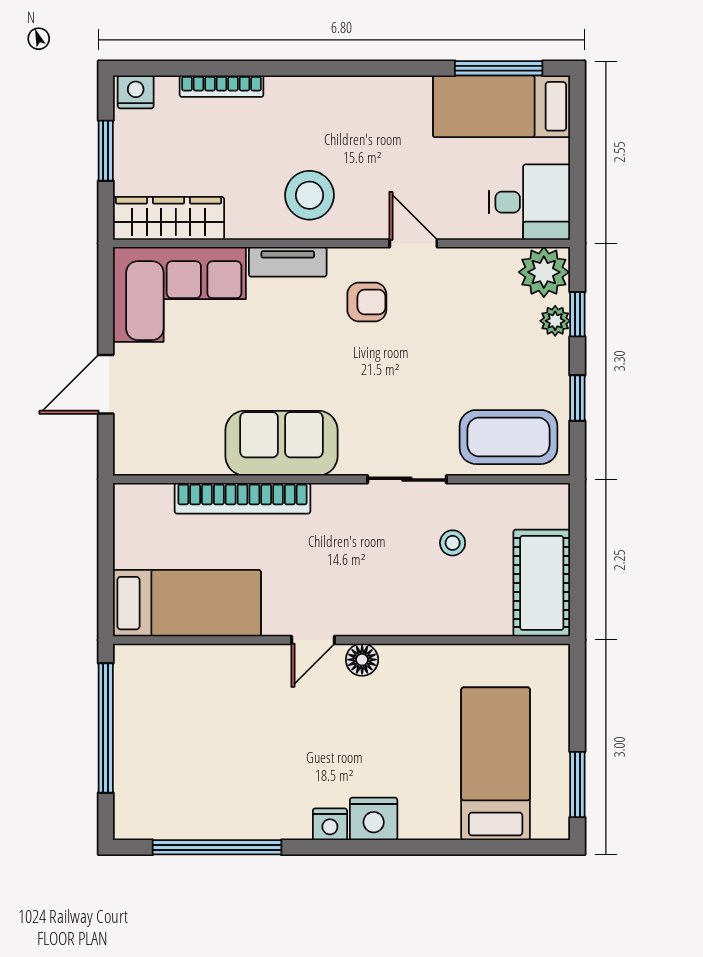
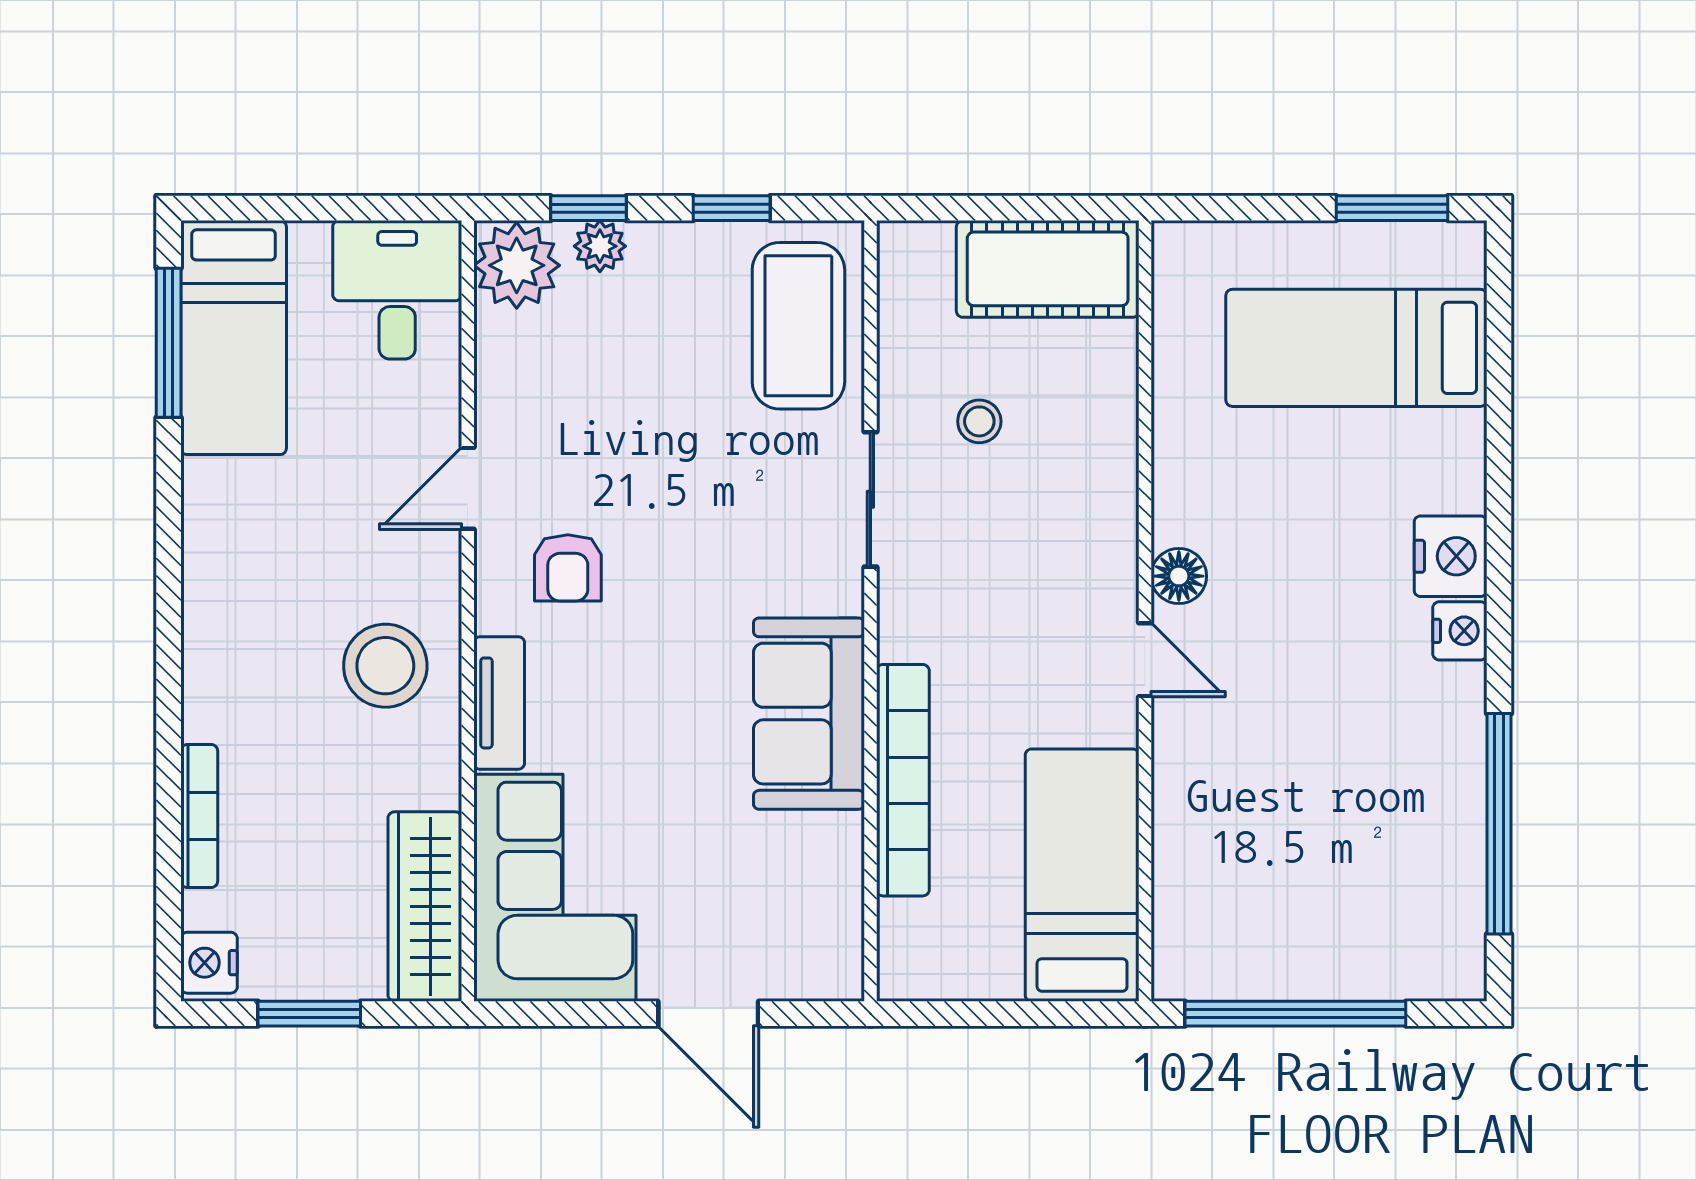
armchair: (367, 302) -> (568, 568), turned 180

